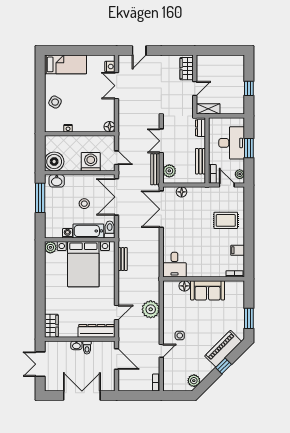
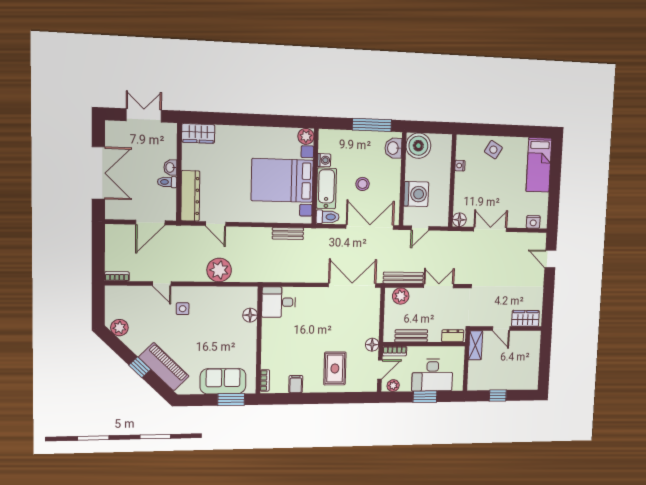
double door: (117, 86) -> (490, 229), moved
floor lamp: (182, 192) -> (372, 345), moved
sofa: (208, 290) -> (223, 381), moved, turned 90
window: (249, 318) -> (231, 400), moved

